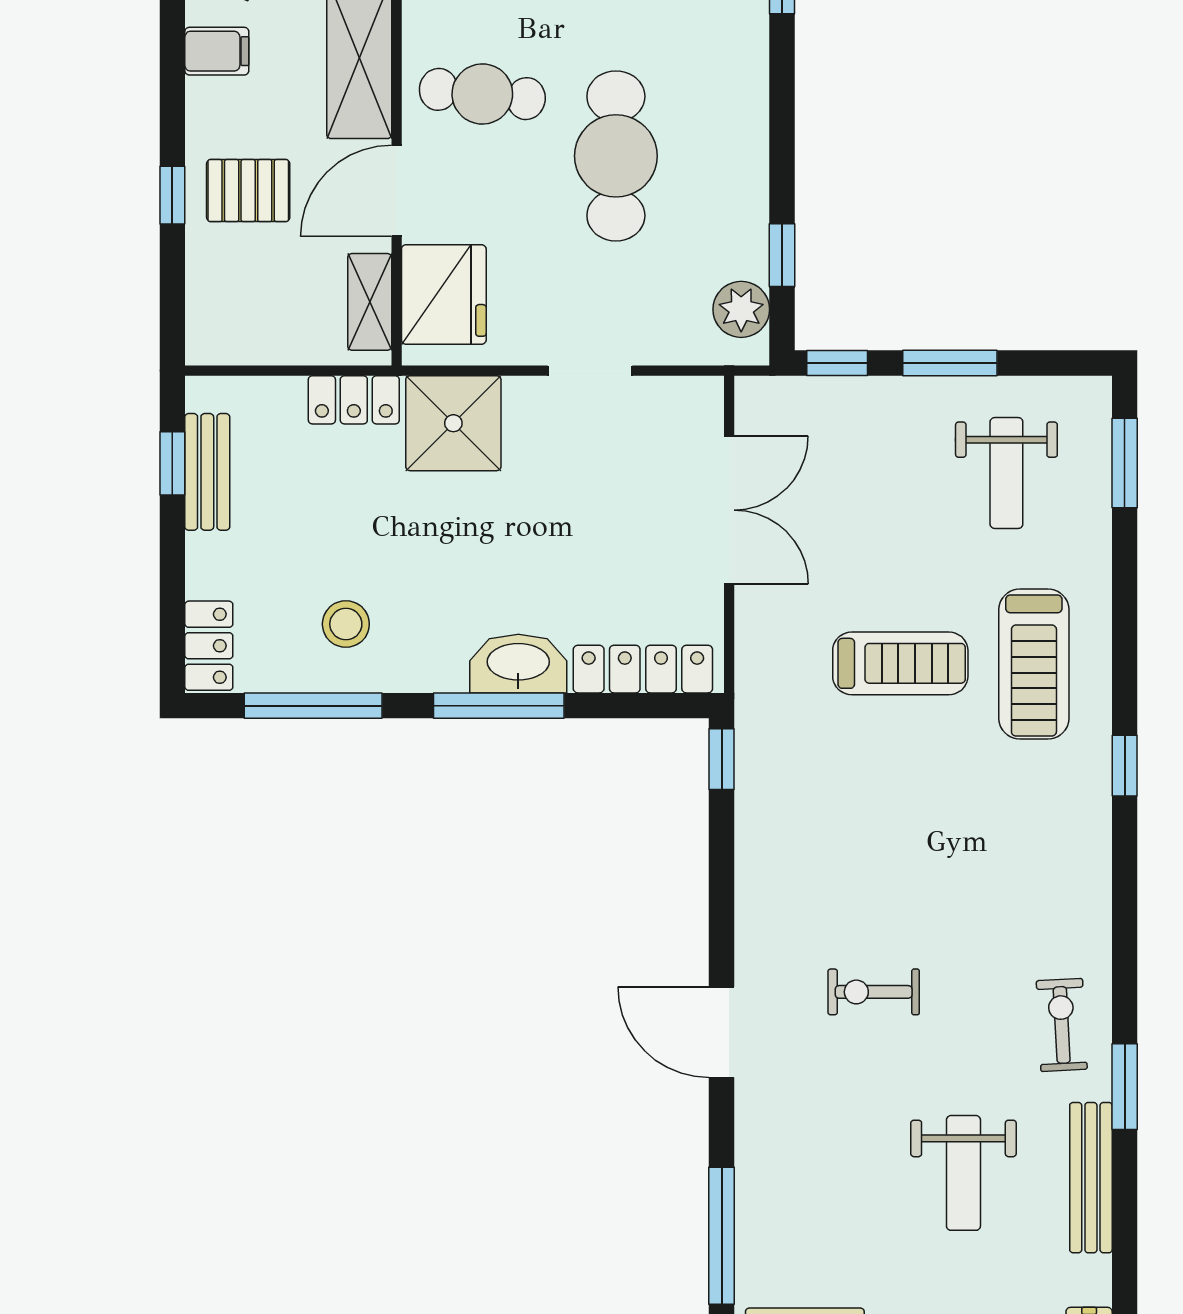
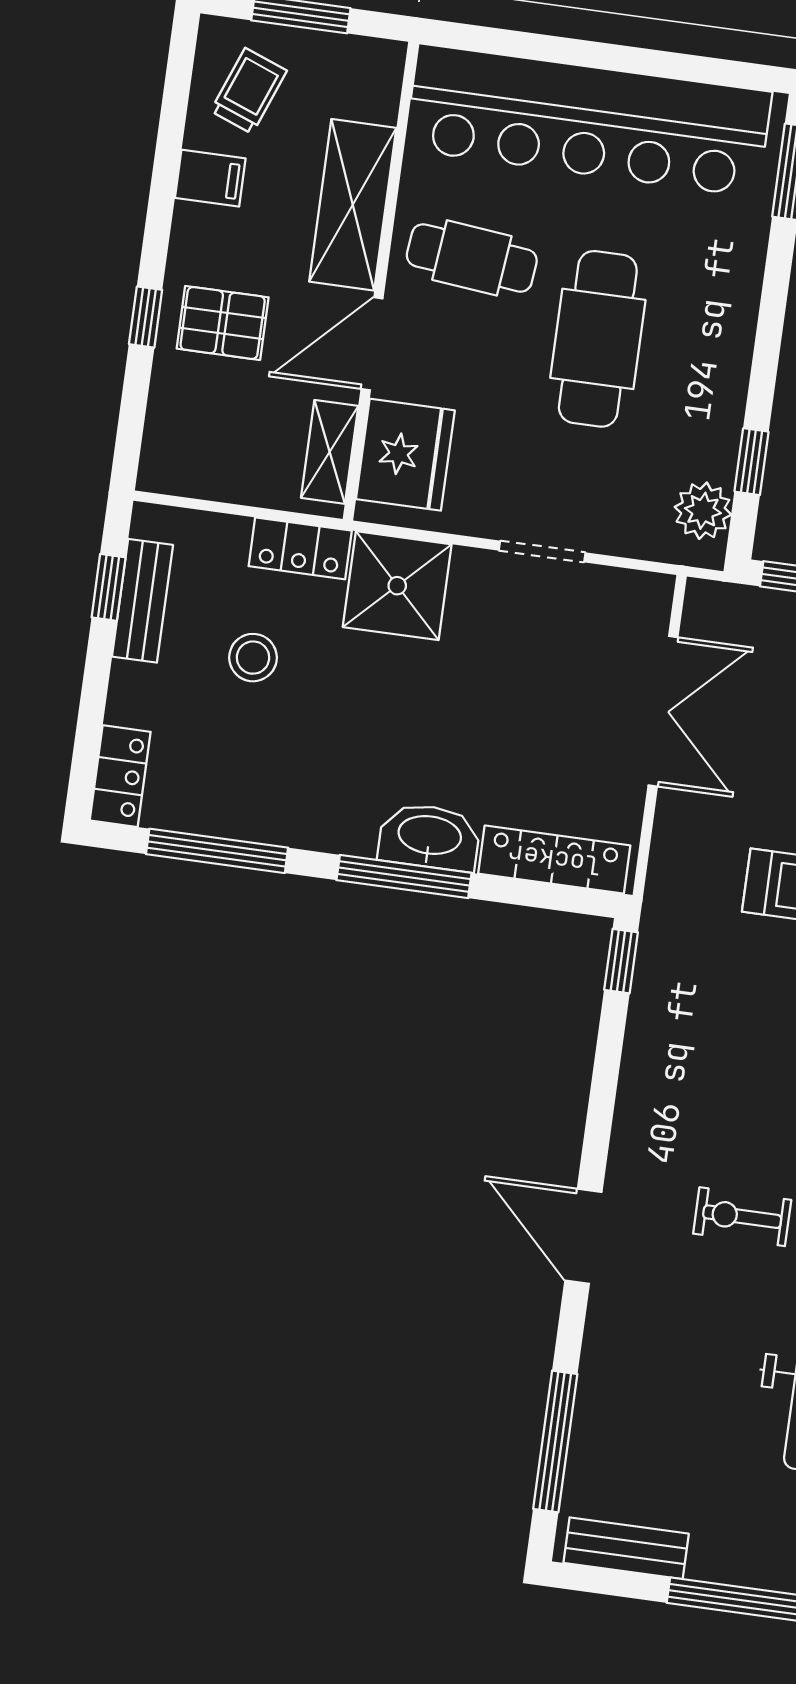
stool: (346, 624) -> (253, 658), moved

